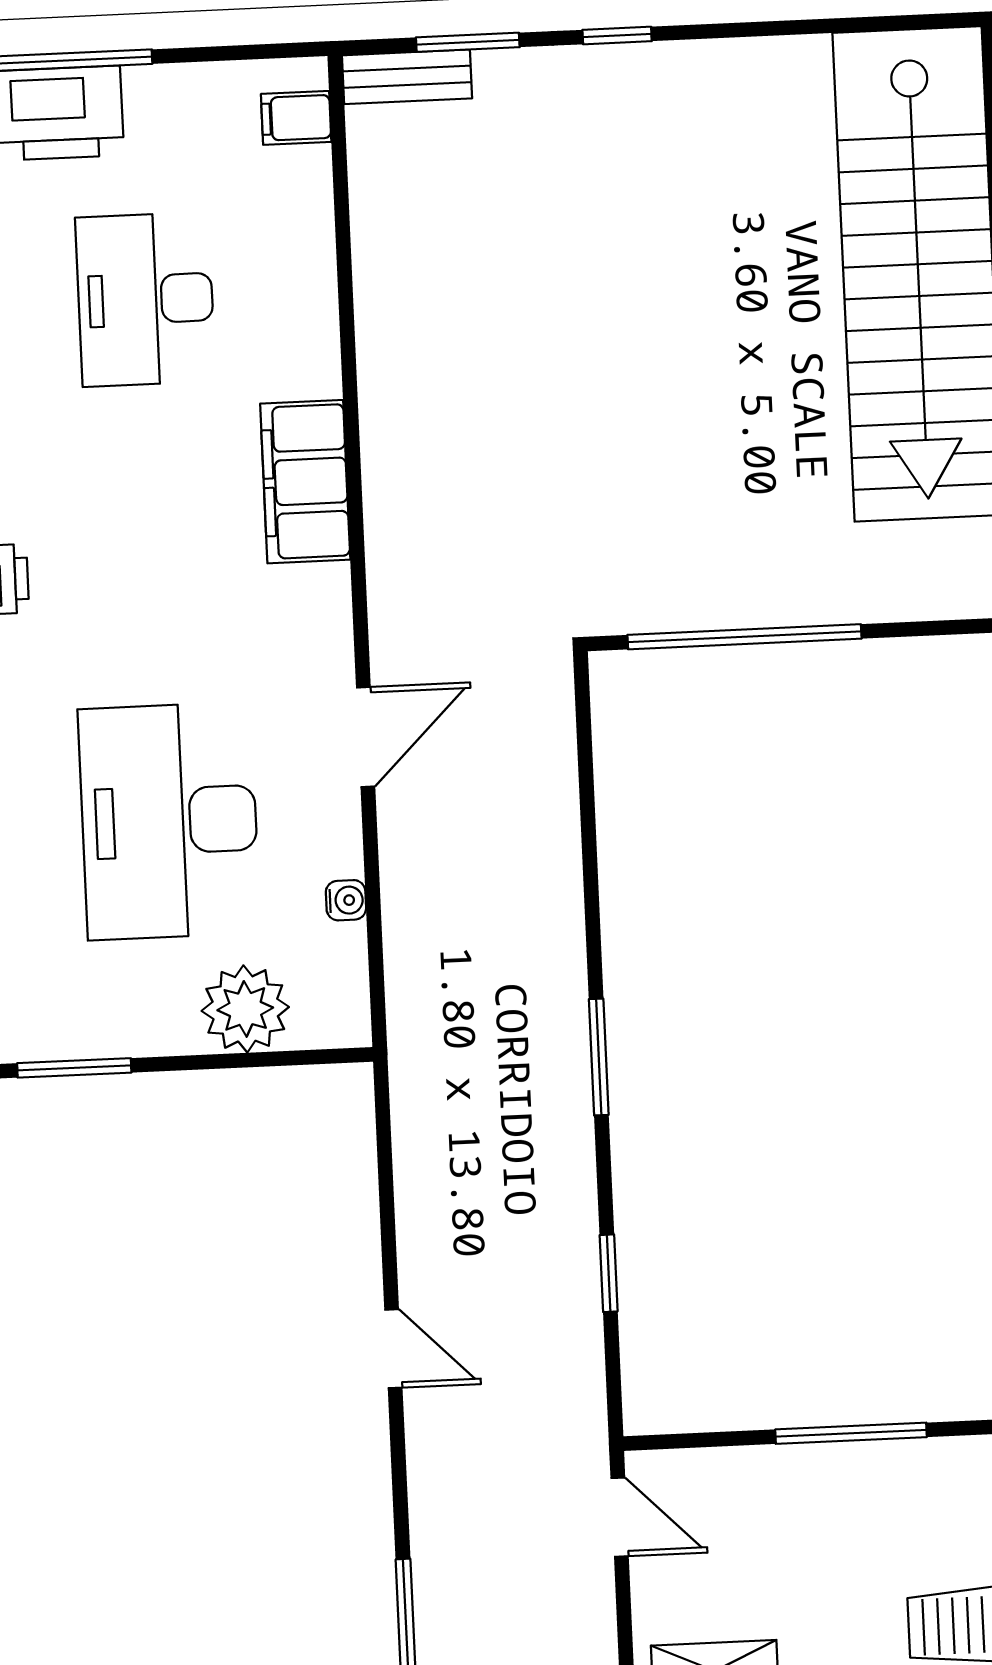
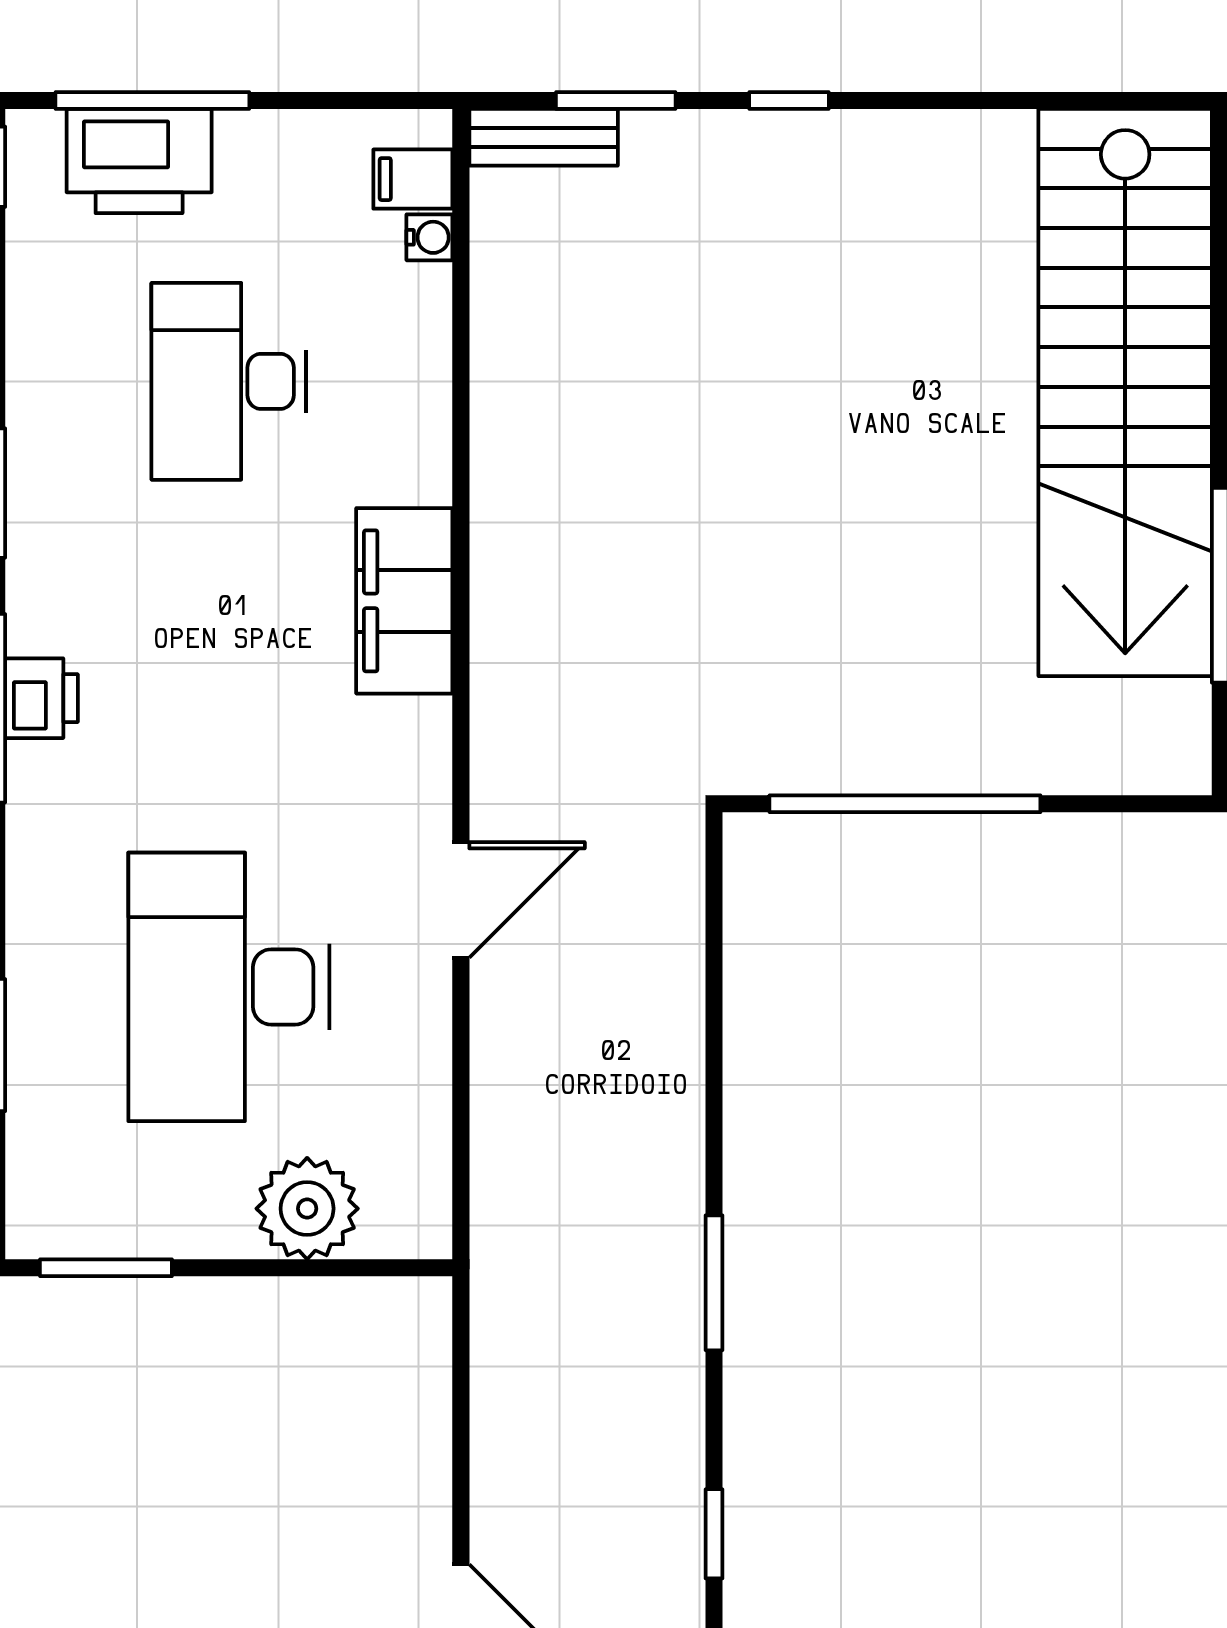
water cooler: (346, 900) -> (429, 237), moved

